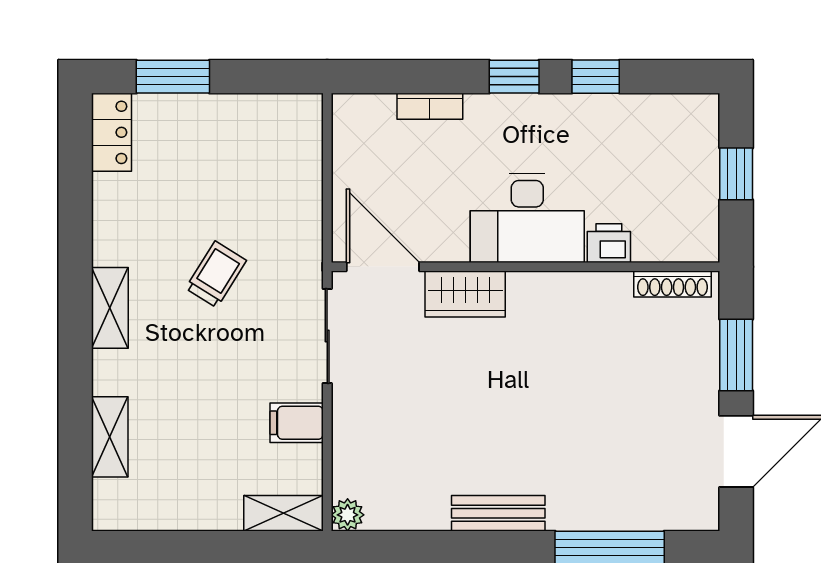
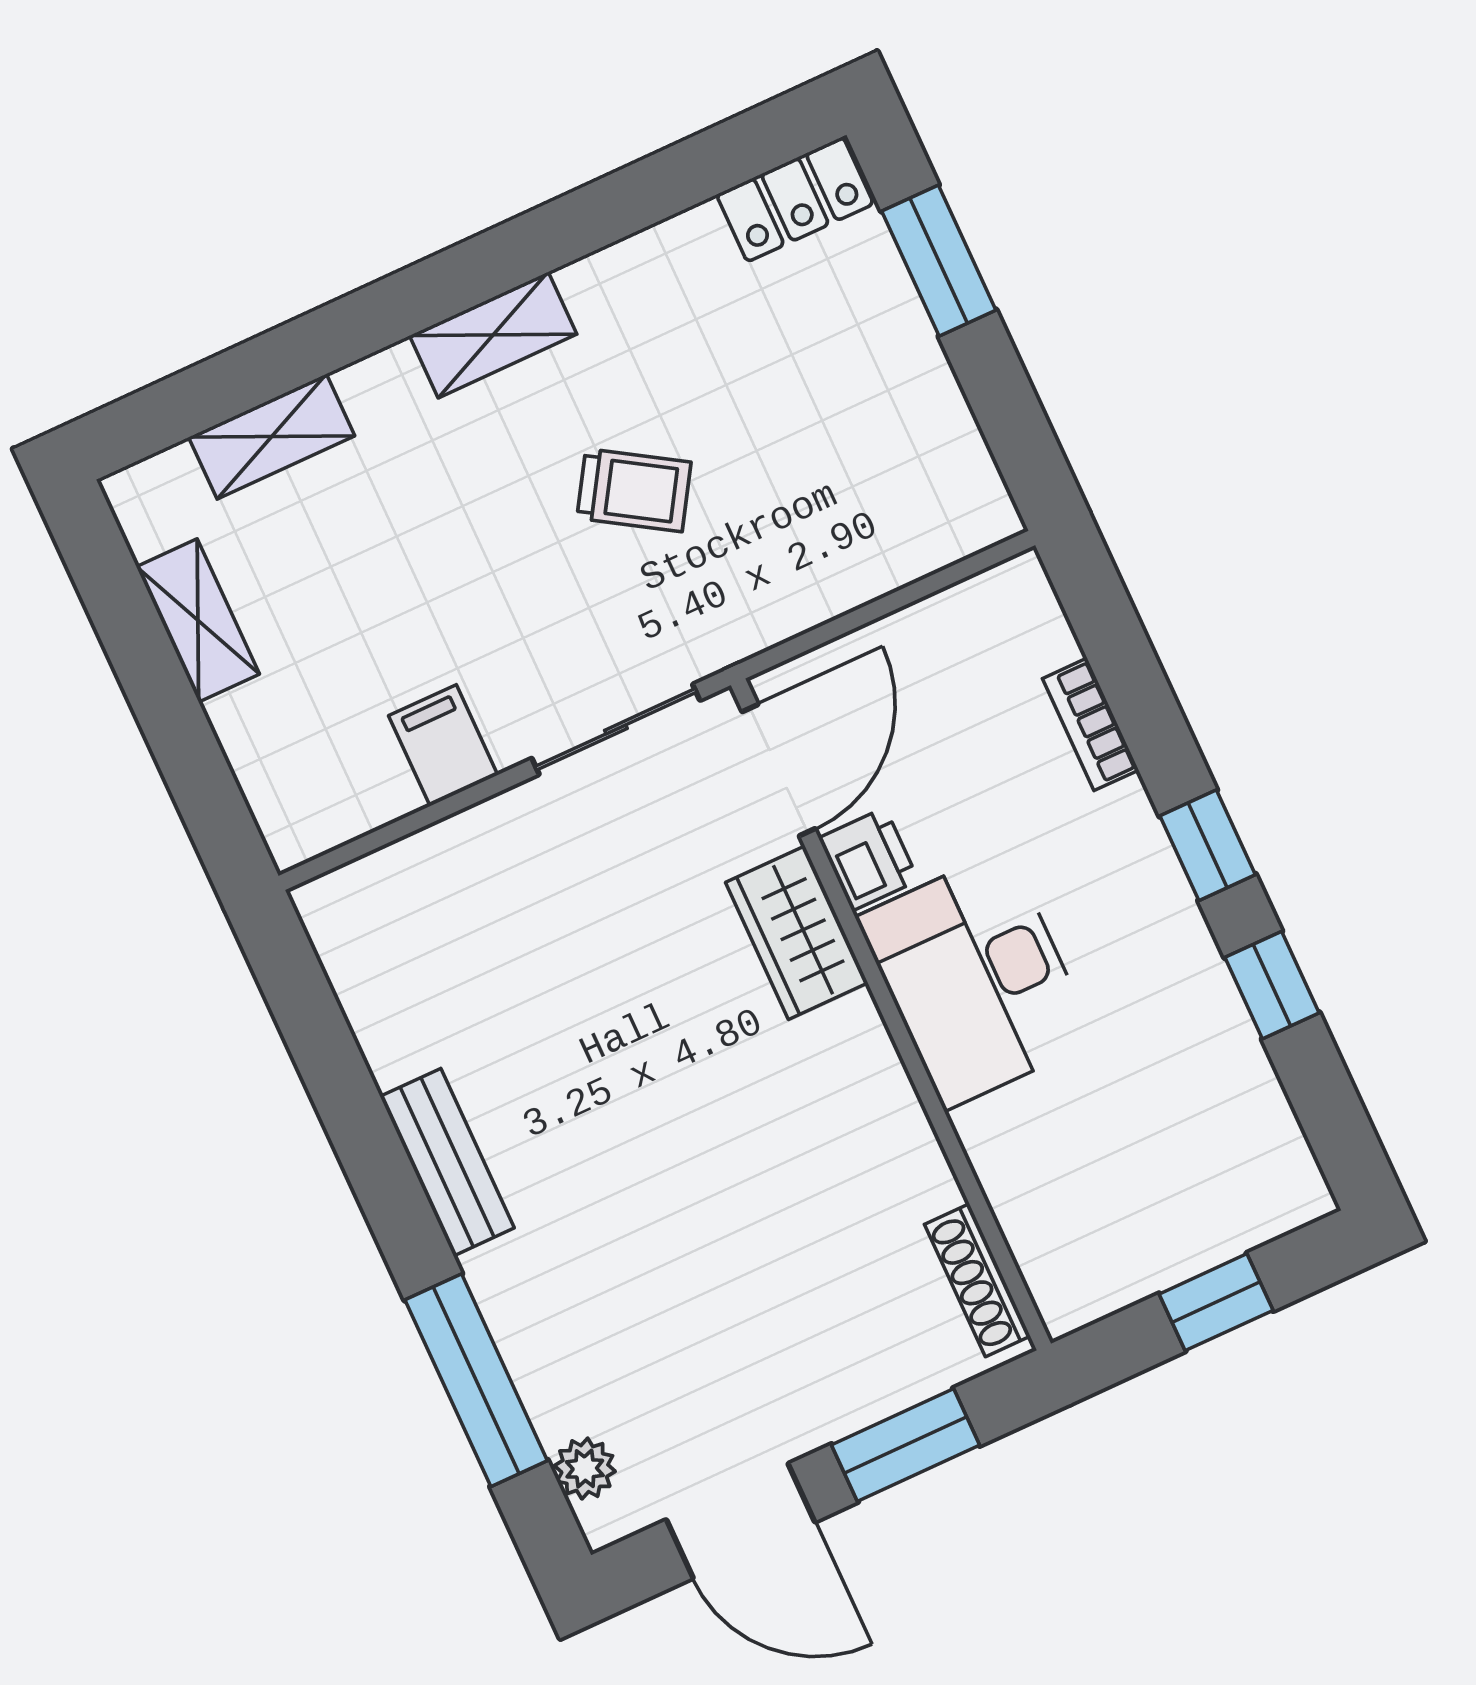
printer: (609, 243) -> (869, 859), moved
shelving: (284, 513) -> (198, 620), moved
plant: (348, 515) -> (585, 1469), moved

